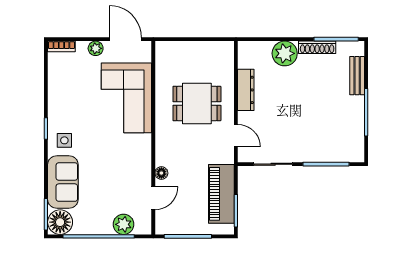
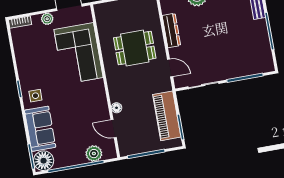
door: (153, 198) -> (114, 129), swing flipped

